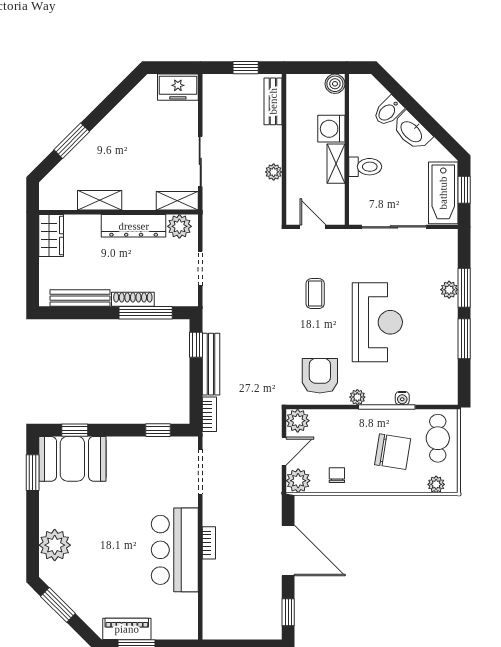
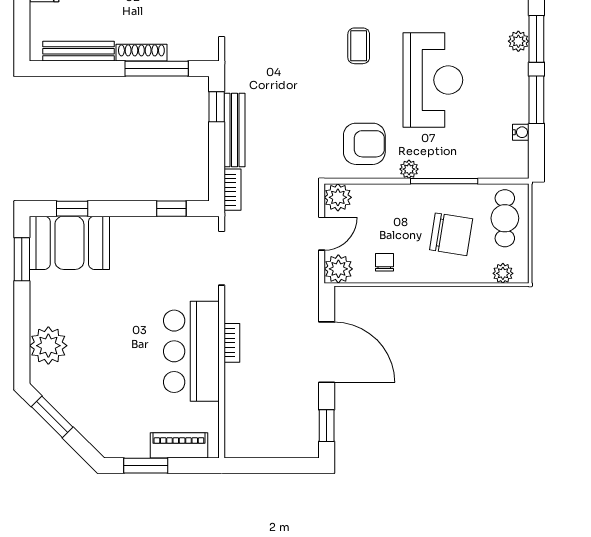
armchair: (320, 376) -> (364, 144), turned 90
water cooler: (402, 398) -> (521, 132), moved, turned -90
piano: (127, 629) -> (179, 445), moved

